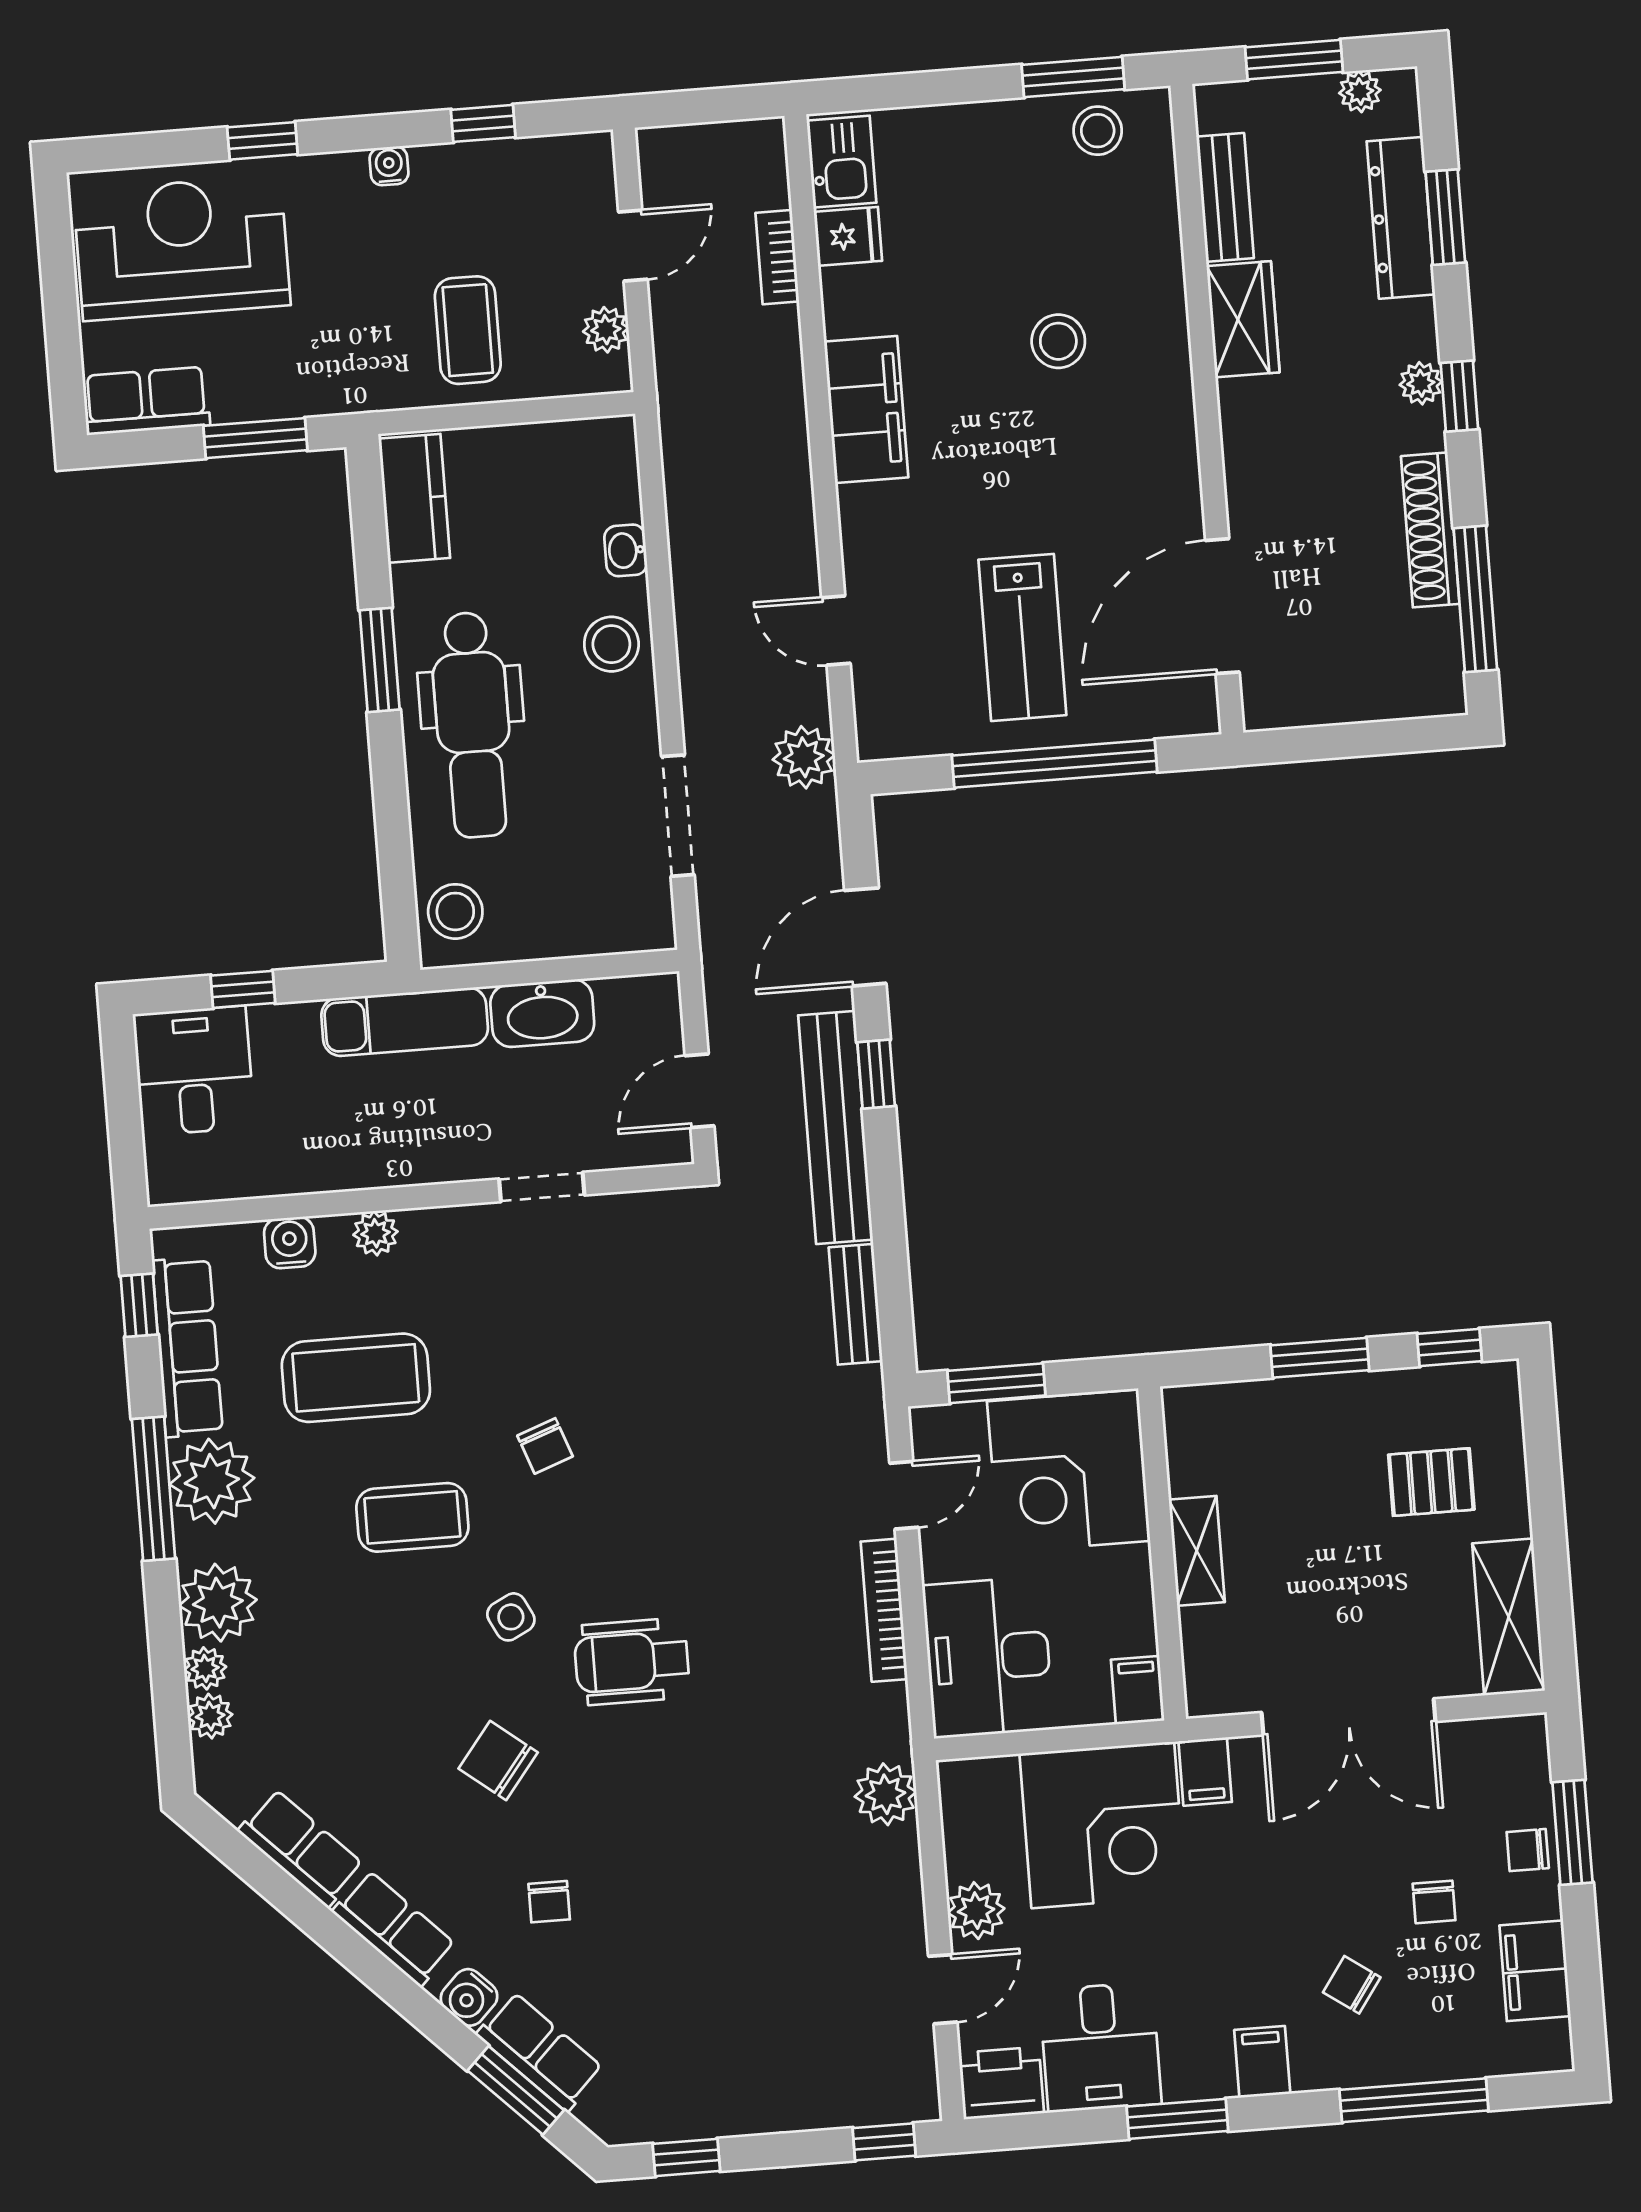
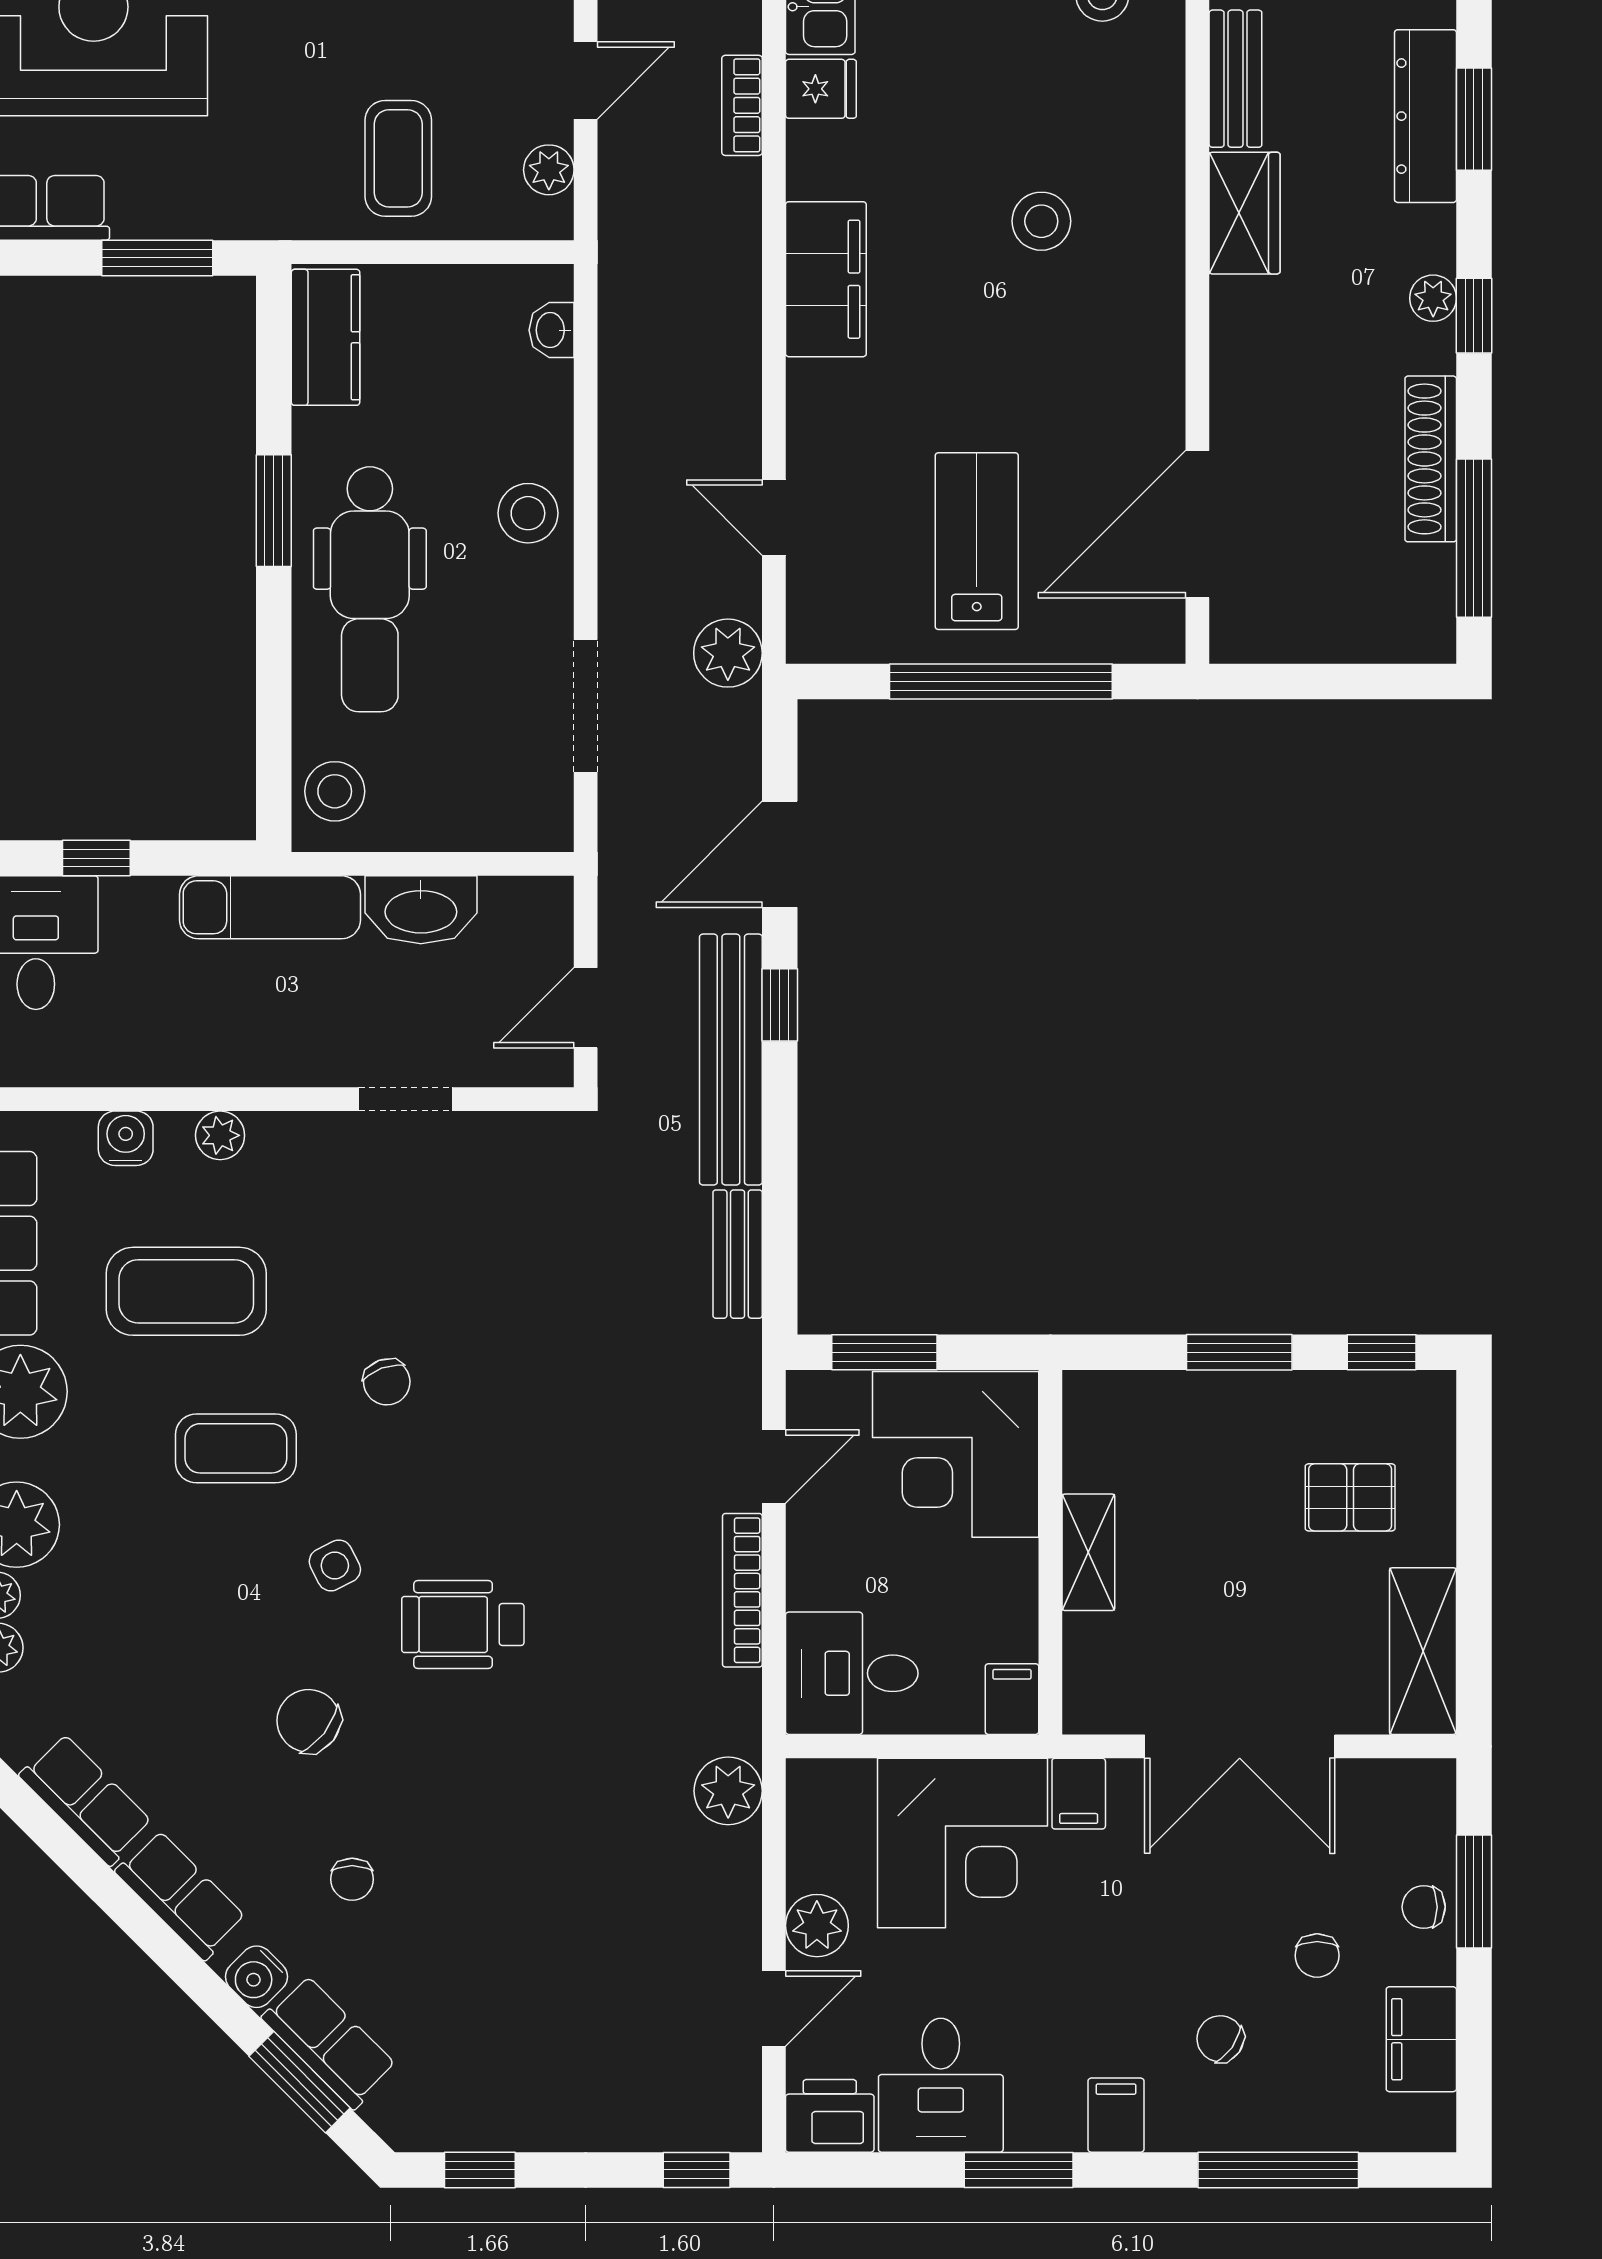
washbasin: (626, 550) -> (552, 330), moved
lab bench: (1022, 637) -> (977, 541), turned 180
desk: (988, 1657) -> (852, 1673), width x0.73

